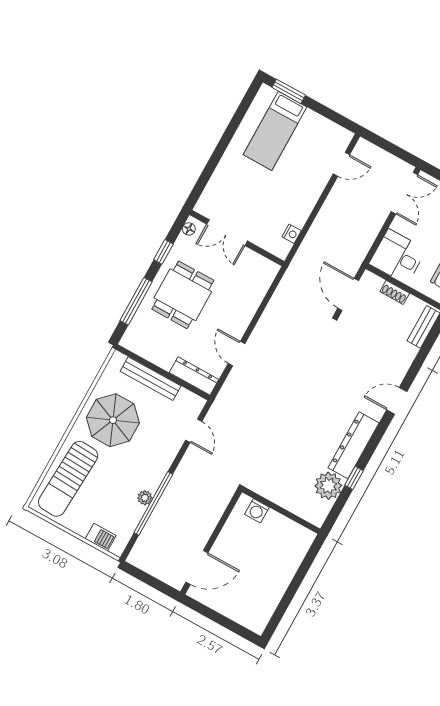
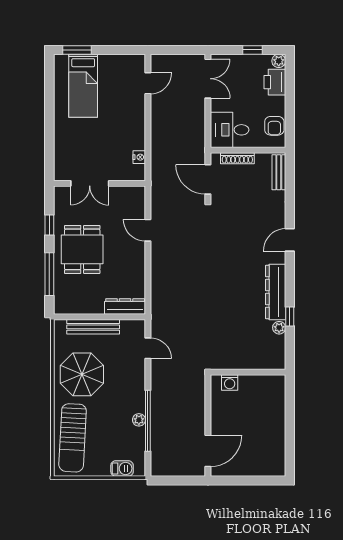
floor lamp: (189, 229) -> (59, 197), removed
shoe rack: (395, 292) -> (237, 158), width x1.43
door: (236, 354) -> (148, 230), moved
plant: (328, 486) -> (279, 328), width x0.53, depth x0.53

